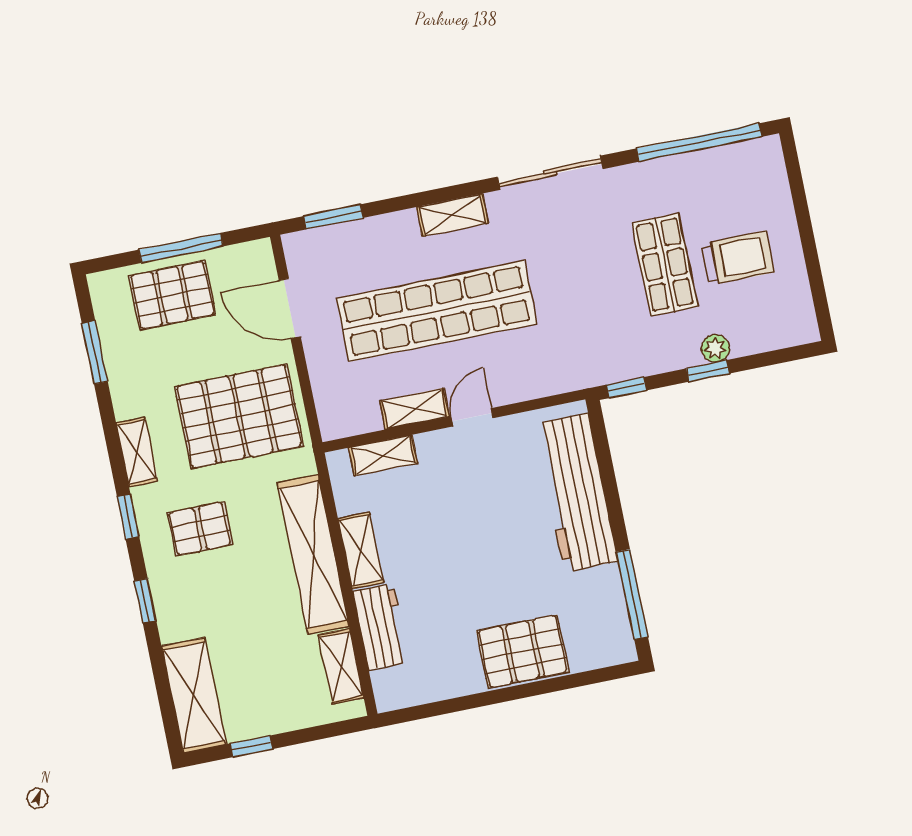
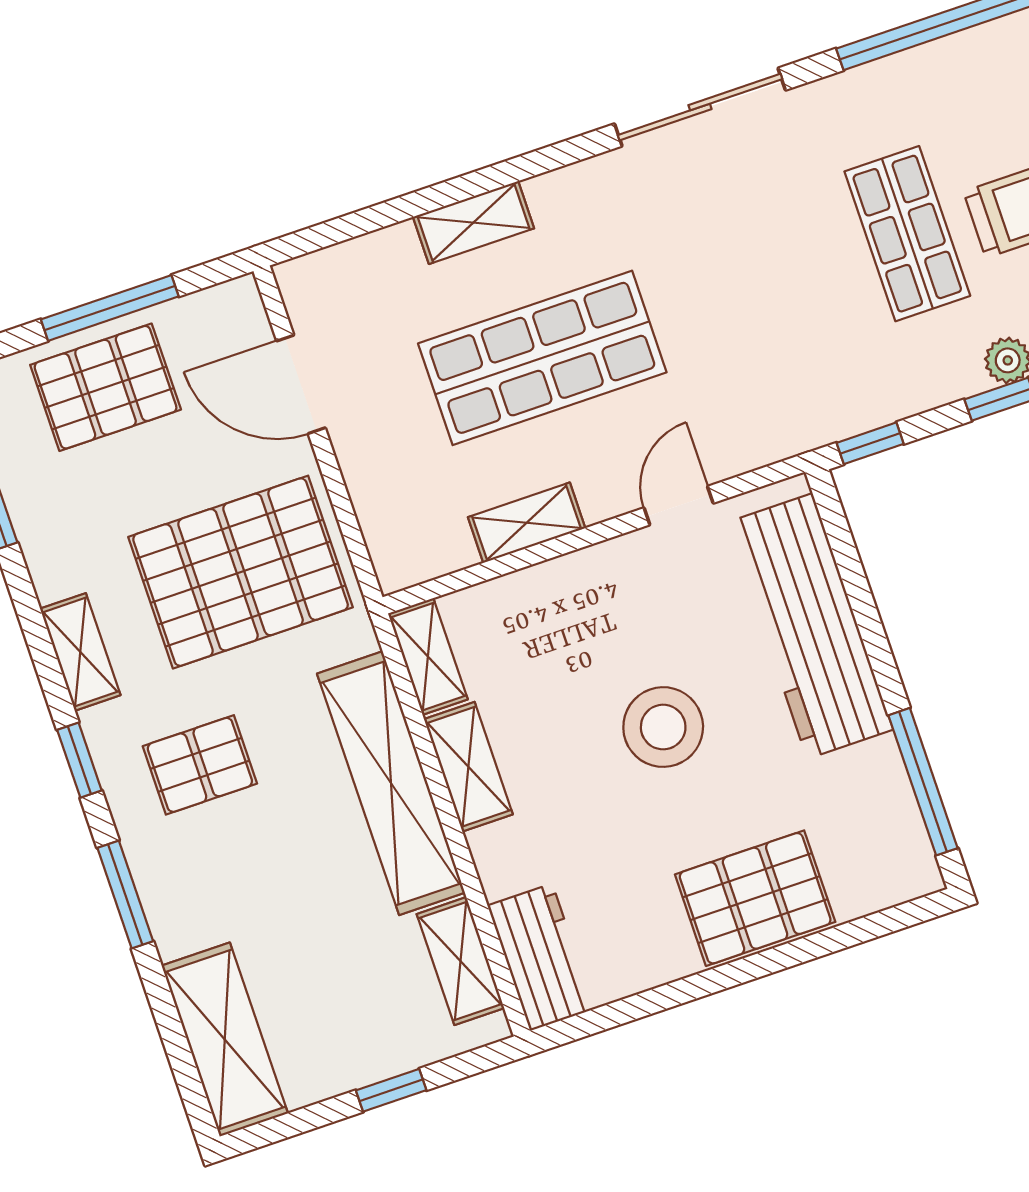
shelving: (452, 215) -> (474, 223), moved
window: (333, 217) -> (353, 225), removed
shop shelf: (436, 311) -> (542, 358), width x0.71
door: (472, 417) -> (679, 506), moved
shelving: (383, 455) -> (428, 657), moved, turned 90
stool: (481, 542) -> (663, 727), added
window: (145, 601) -> (125, 895), width x1.50
workbench: (381, 627) -> (541, 957), moved
window: (251, 746) -> (391, 1090), moved

